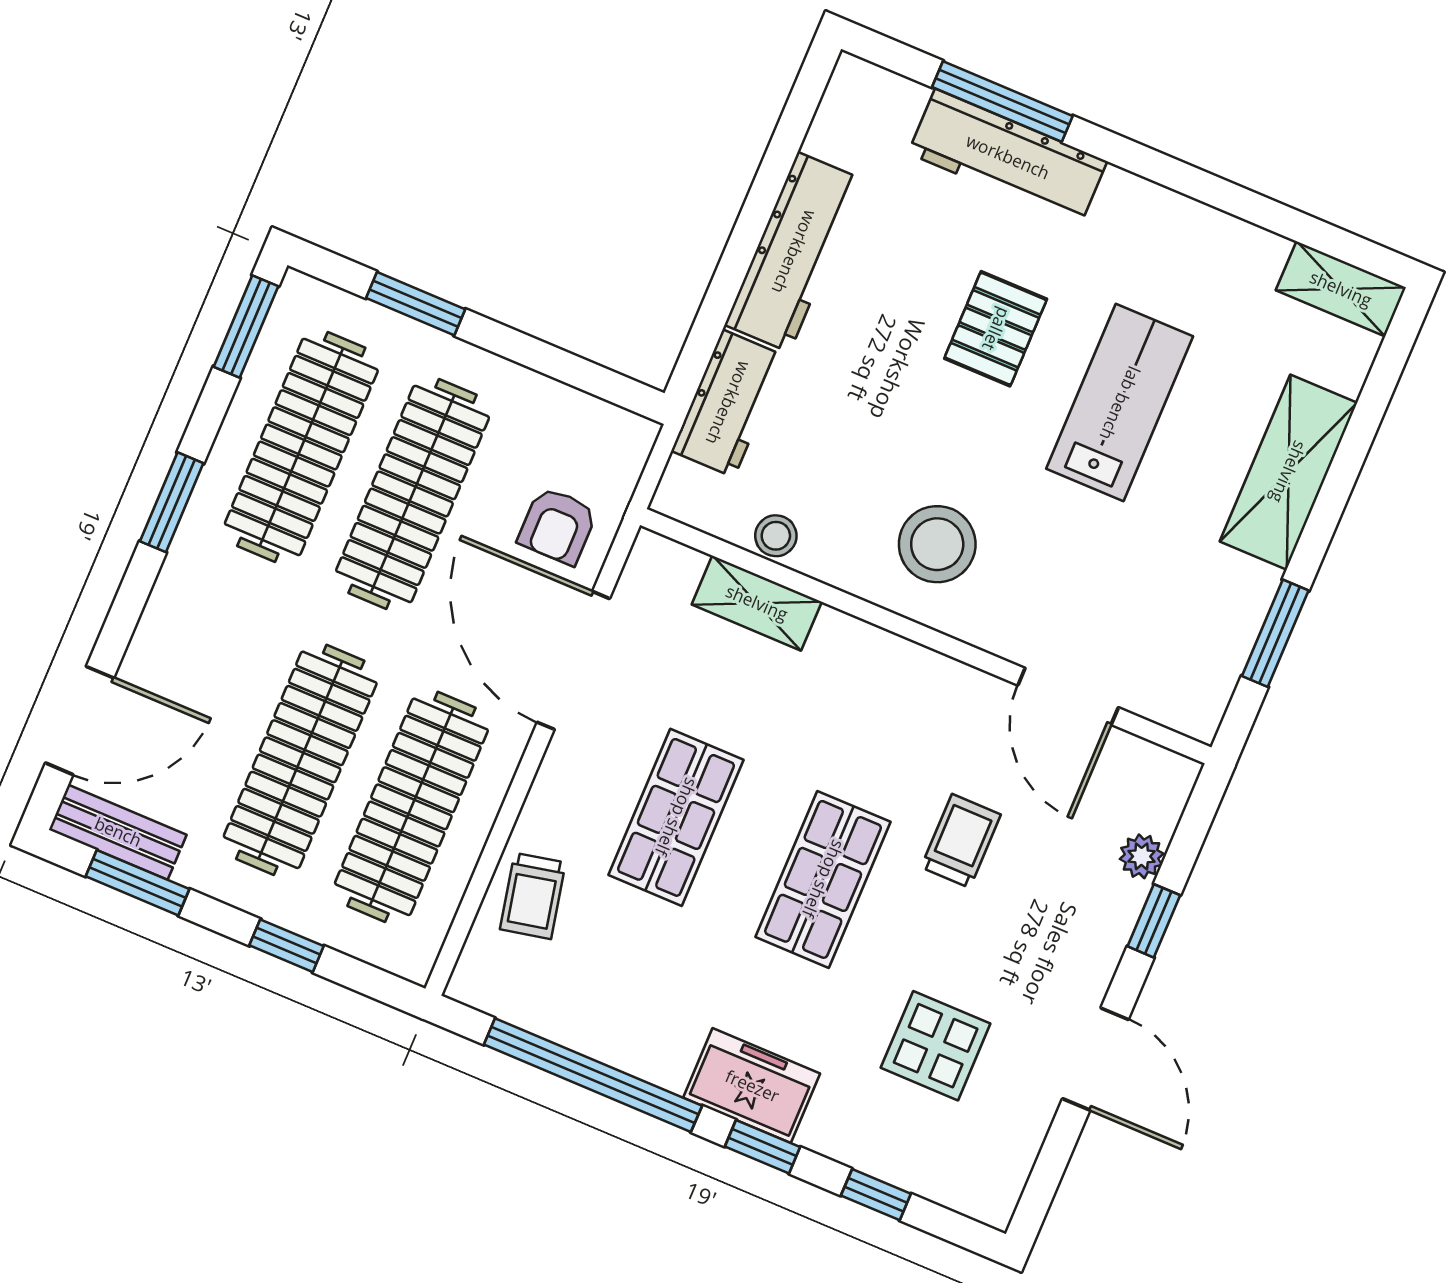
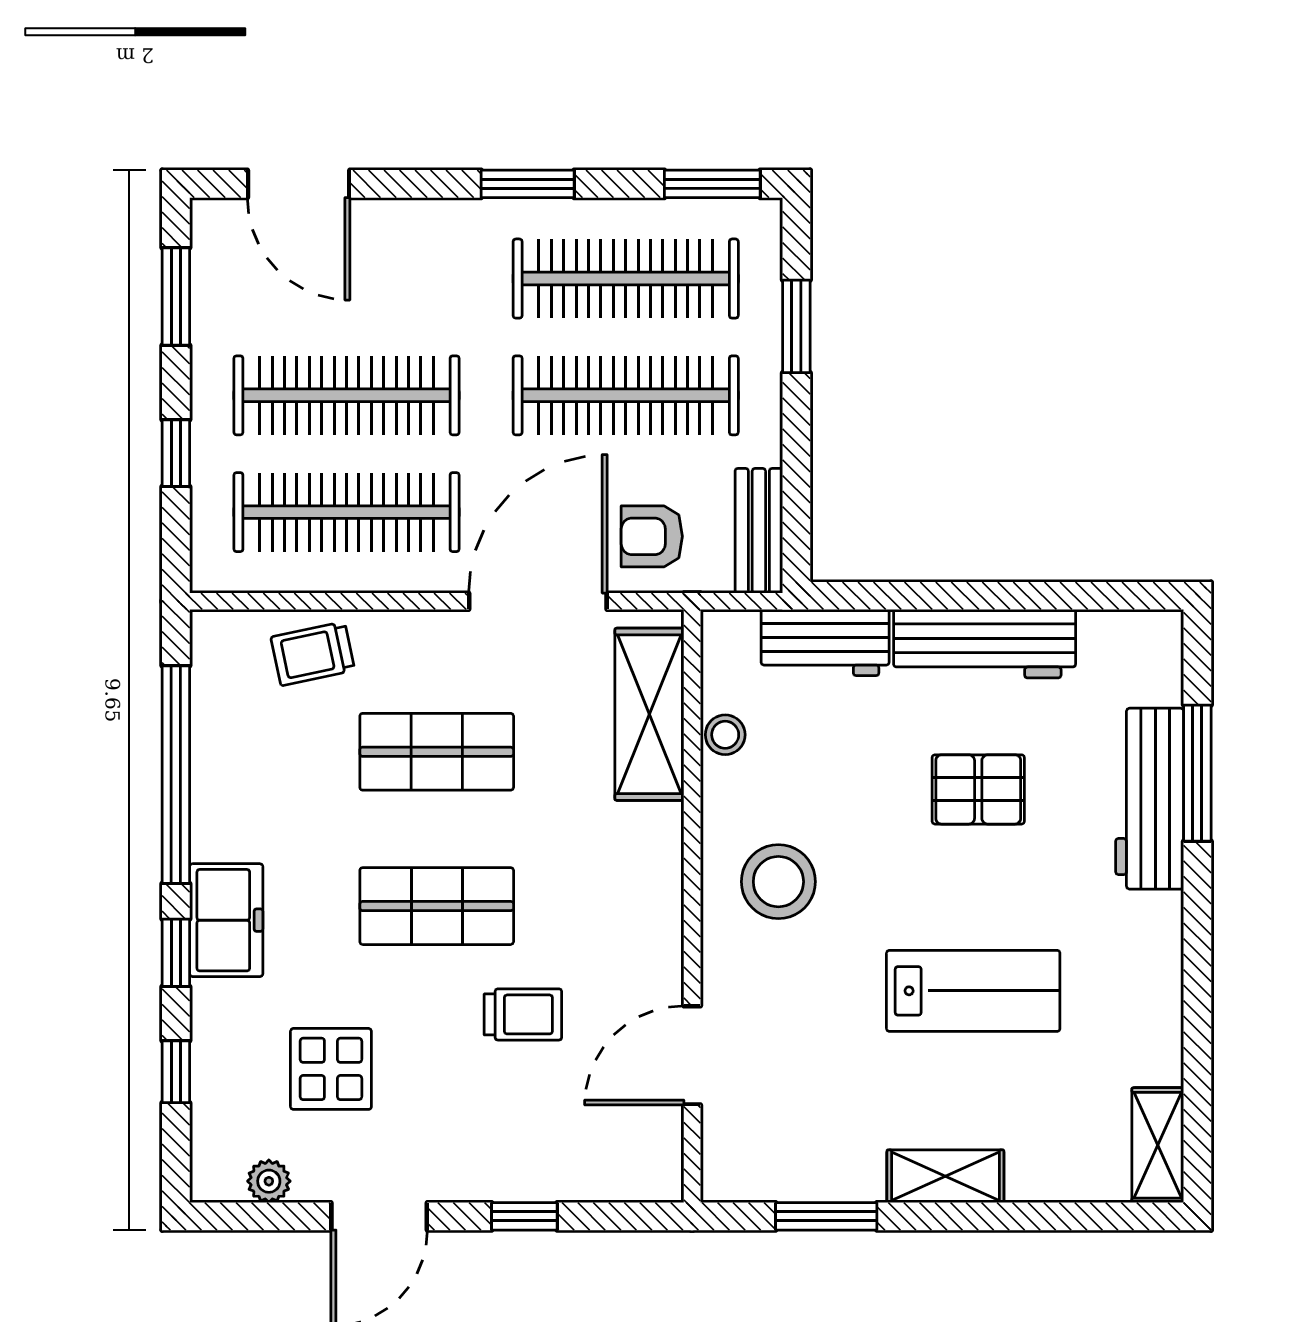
pallet: (996, 329) -> (978, 789), moved
shelving: (1288, 472) -> (945, 1176), width x0.67, depth x0.75
shelving: (757, 603) -> (649, 714), width x1.50, depth x1.33
bench: (118, 832) -> (759, 531), moved
plant: (1142, 856) -> (269, 1181), moved

